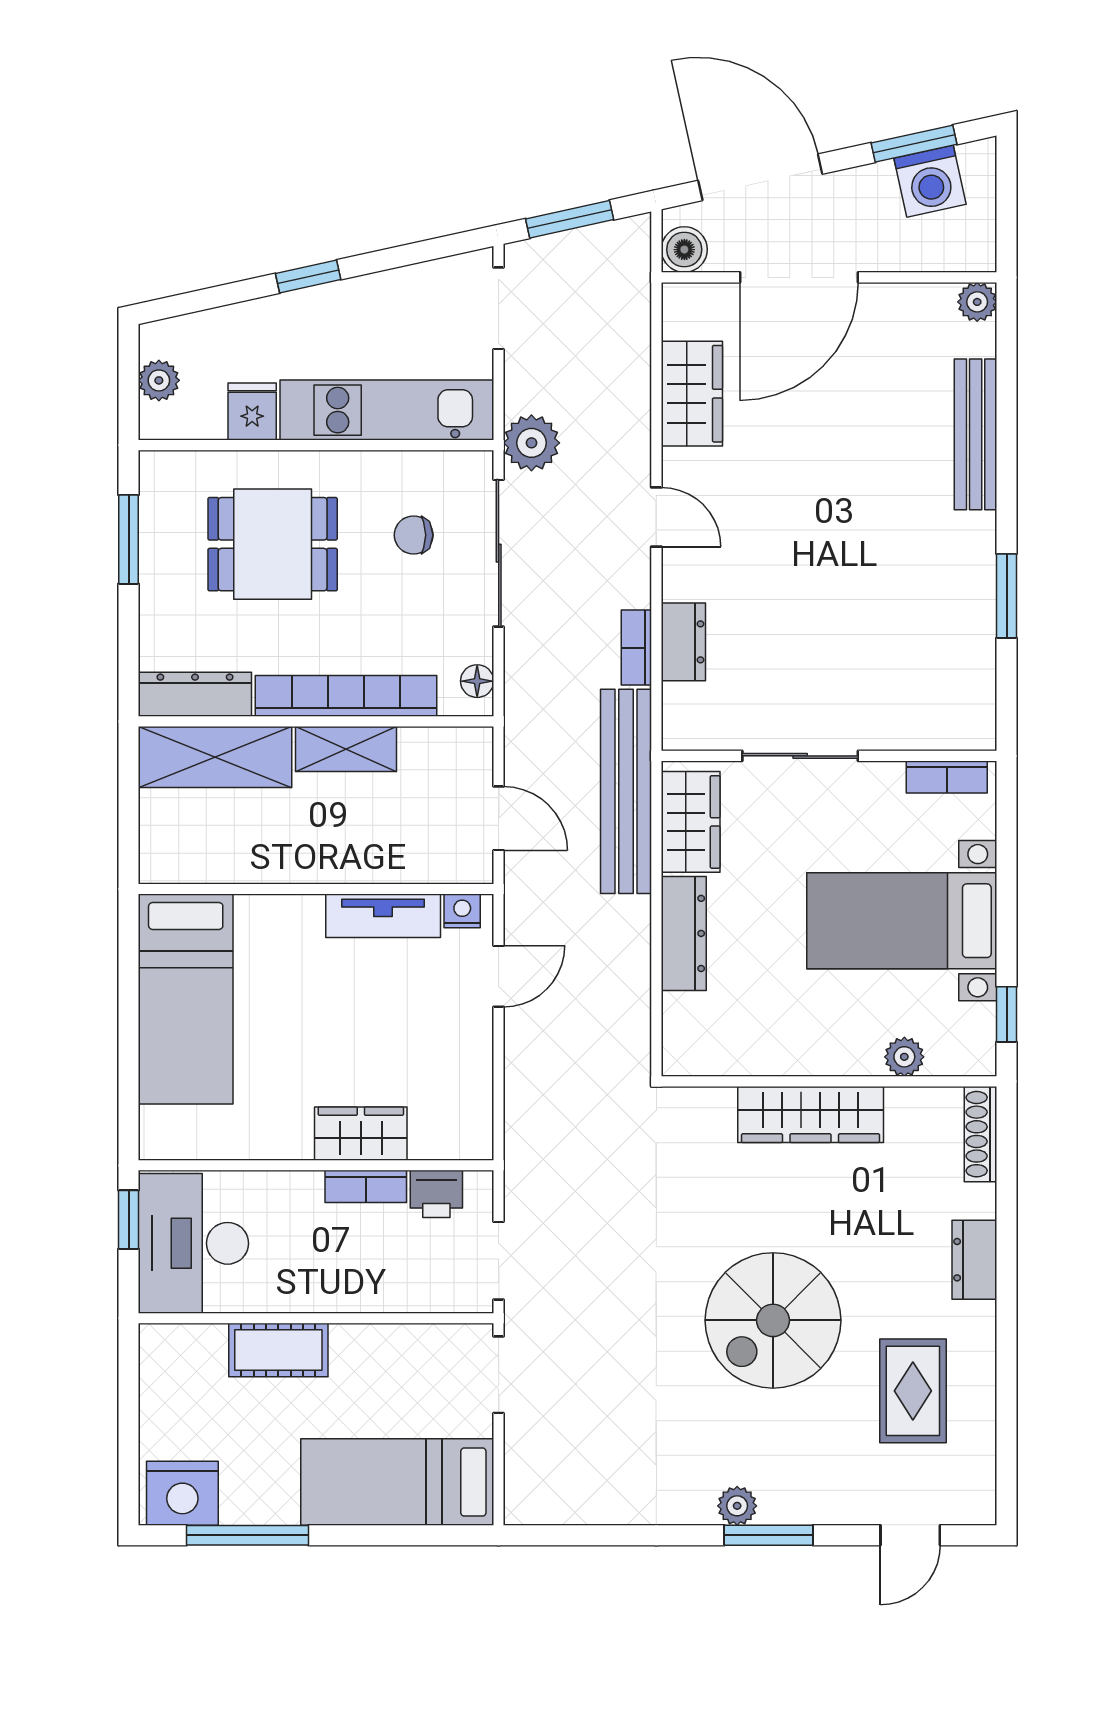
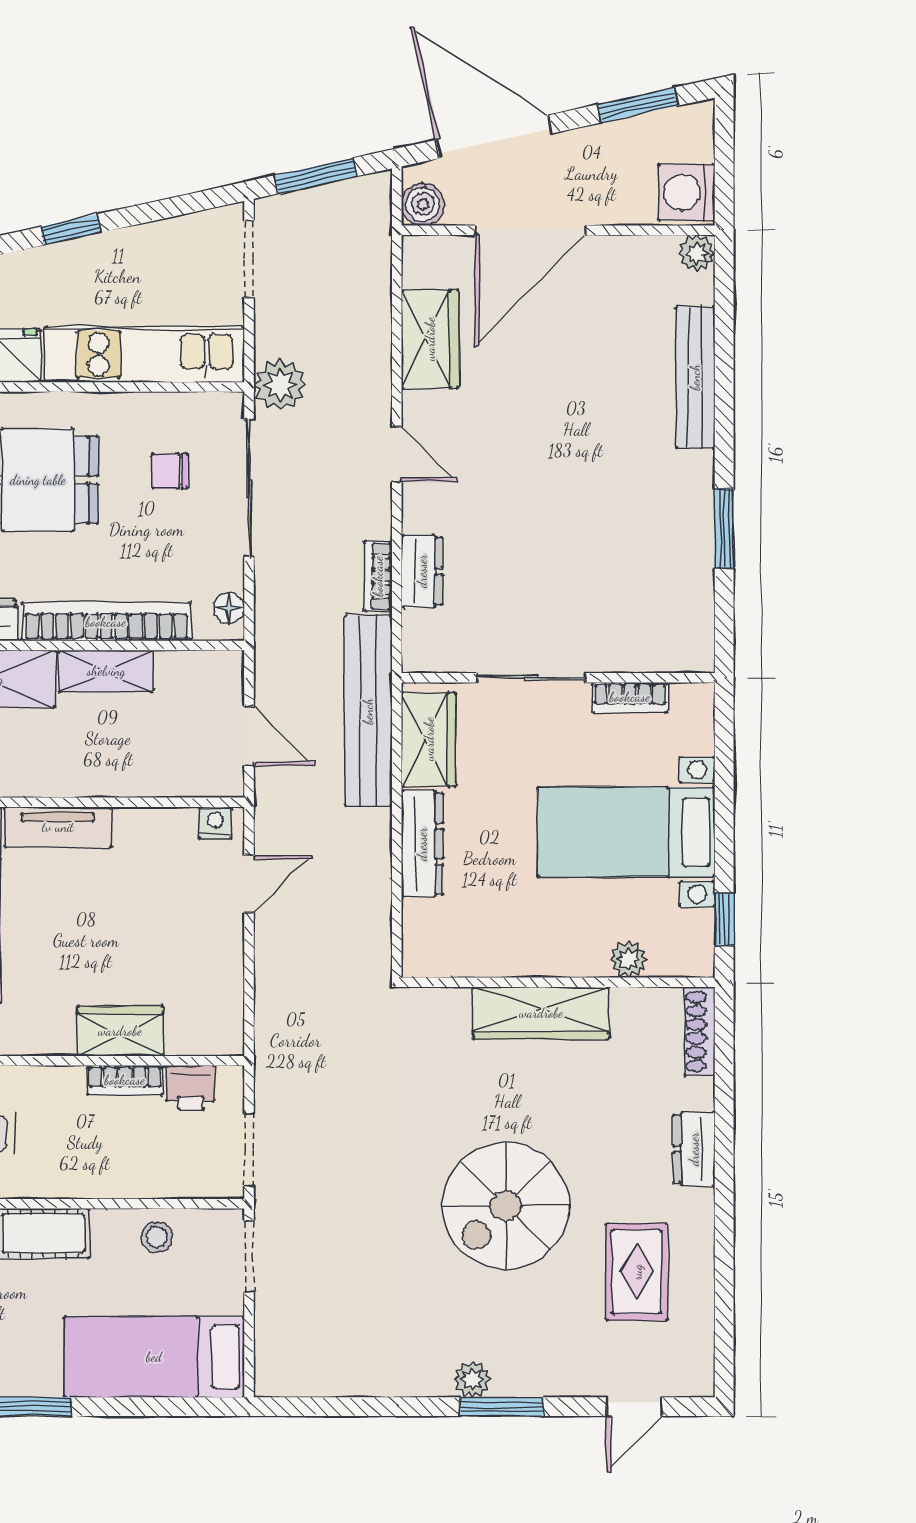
washing machine: (930, 181) -> (687, 192), moved, turned 102
bookcase: (947, 777) -> (630, 697), moved
tv unit: (383, 916) -> (58, 827), moved
stool: (400, 1354) -> (157, 1237), added

